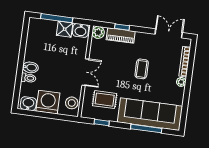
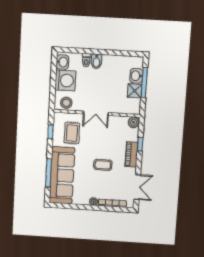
washbasin: (81, 30) -> (136, 76), moved
piano: (121, 36) -> (131, 154), moved

